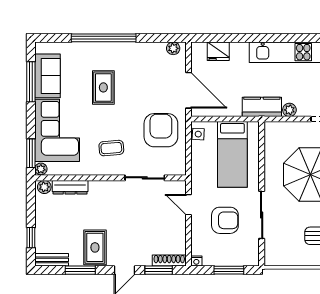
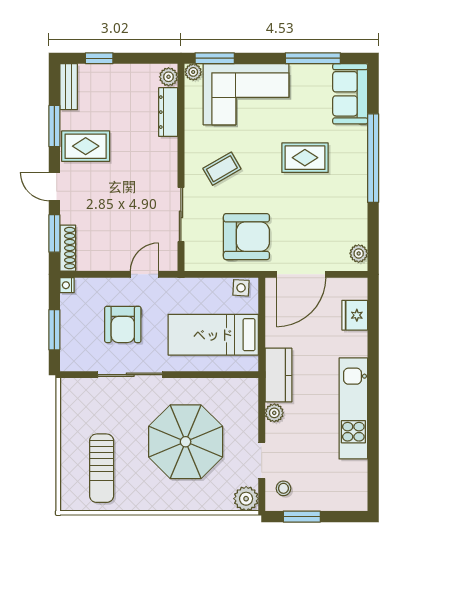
sofa: (47, 76) -> (350, 94), moved, turned 90
coffee table: (111, 148) -> (222, 169), turned 65

